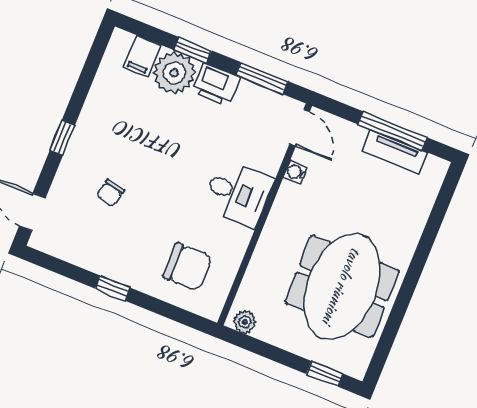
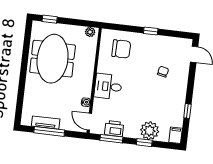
filing cabinet: (142, 56) -> (176, 135), moved
printer: (216, 85) -> (114, 129), moved
window: (62, 138) -> (187, 111), moved
chair: (187, 267) -> (121, 49), turned 180

